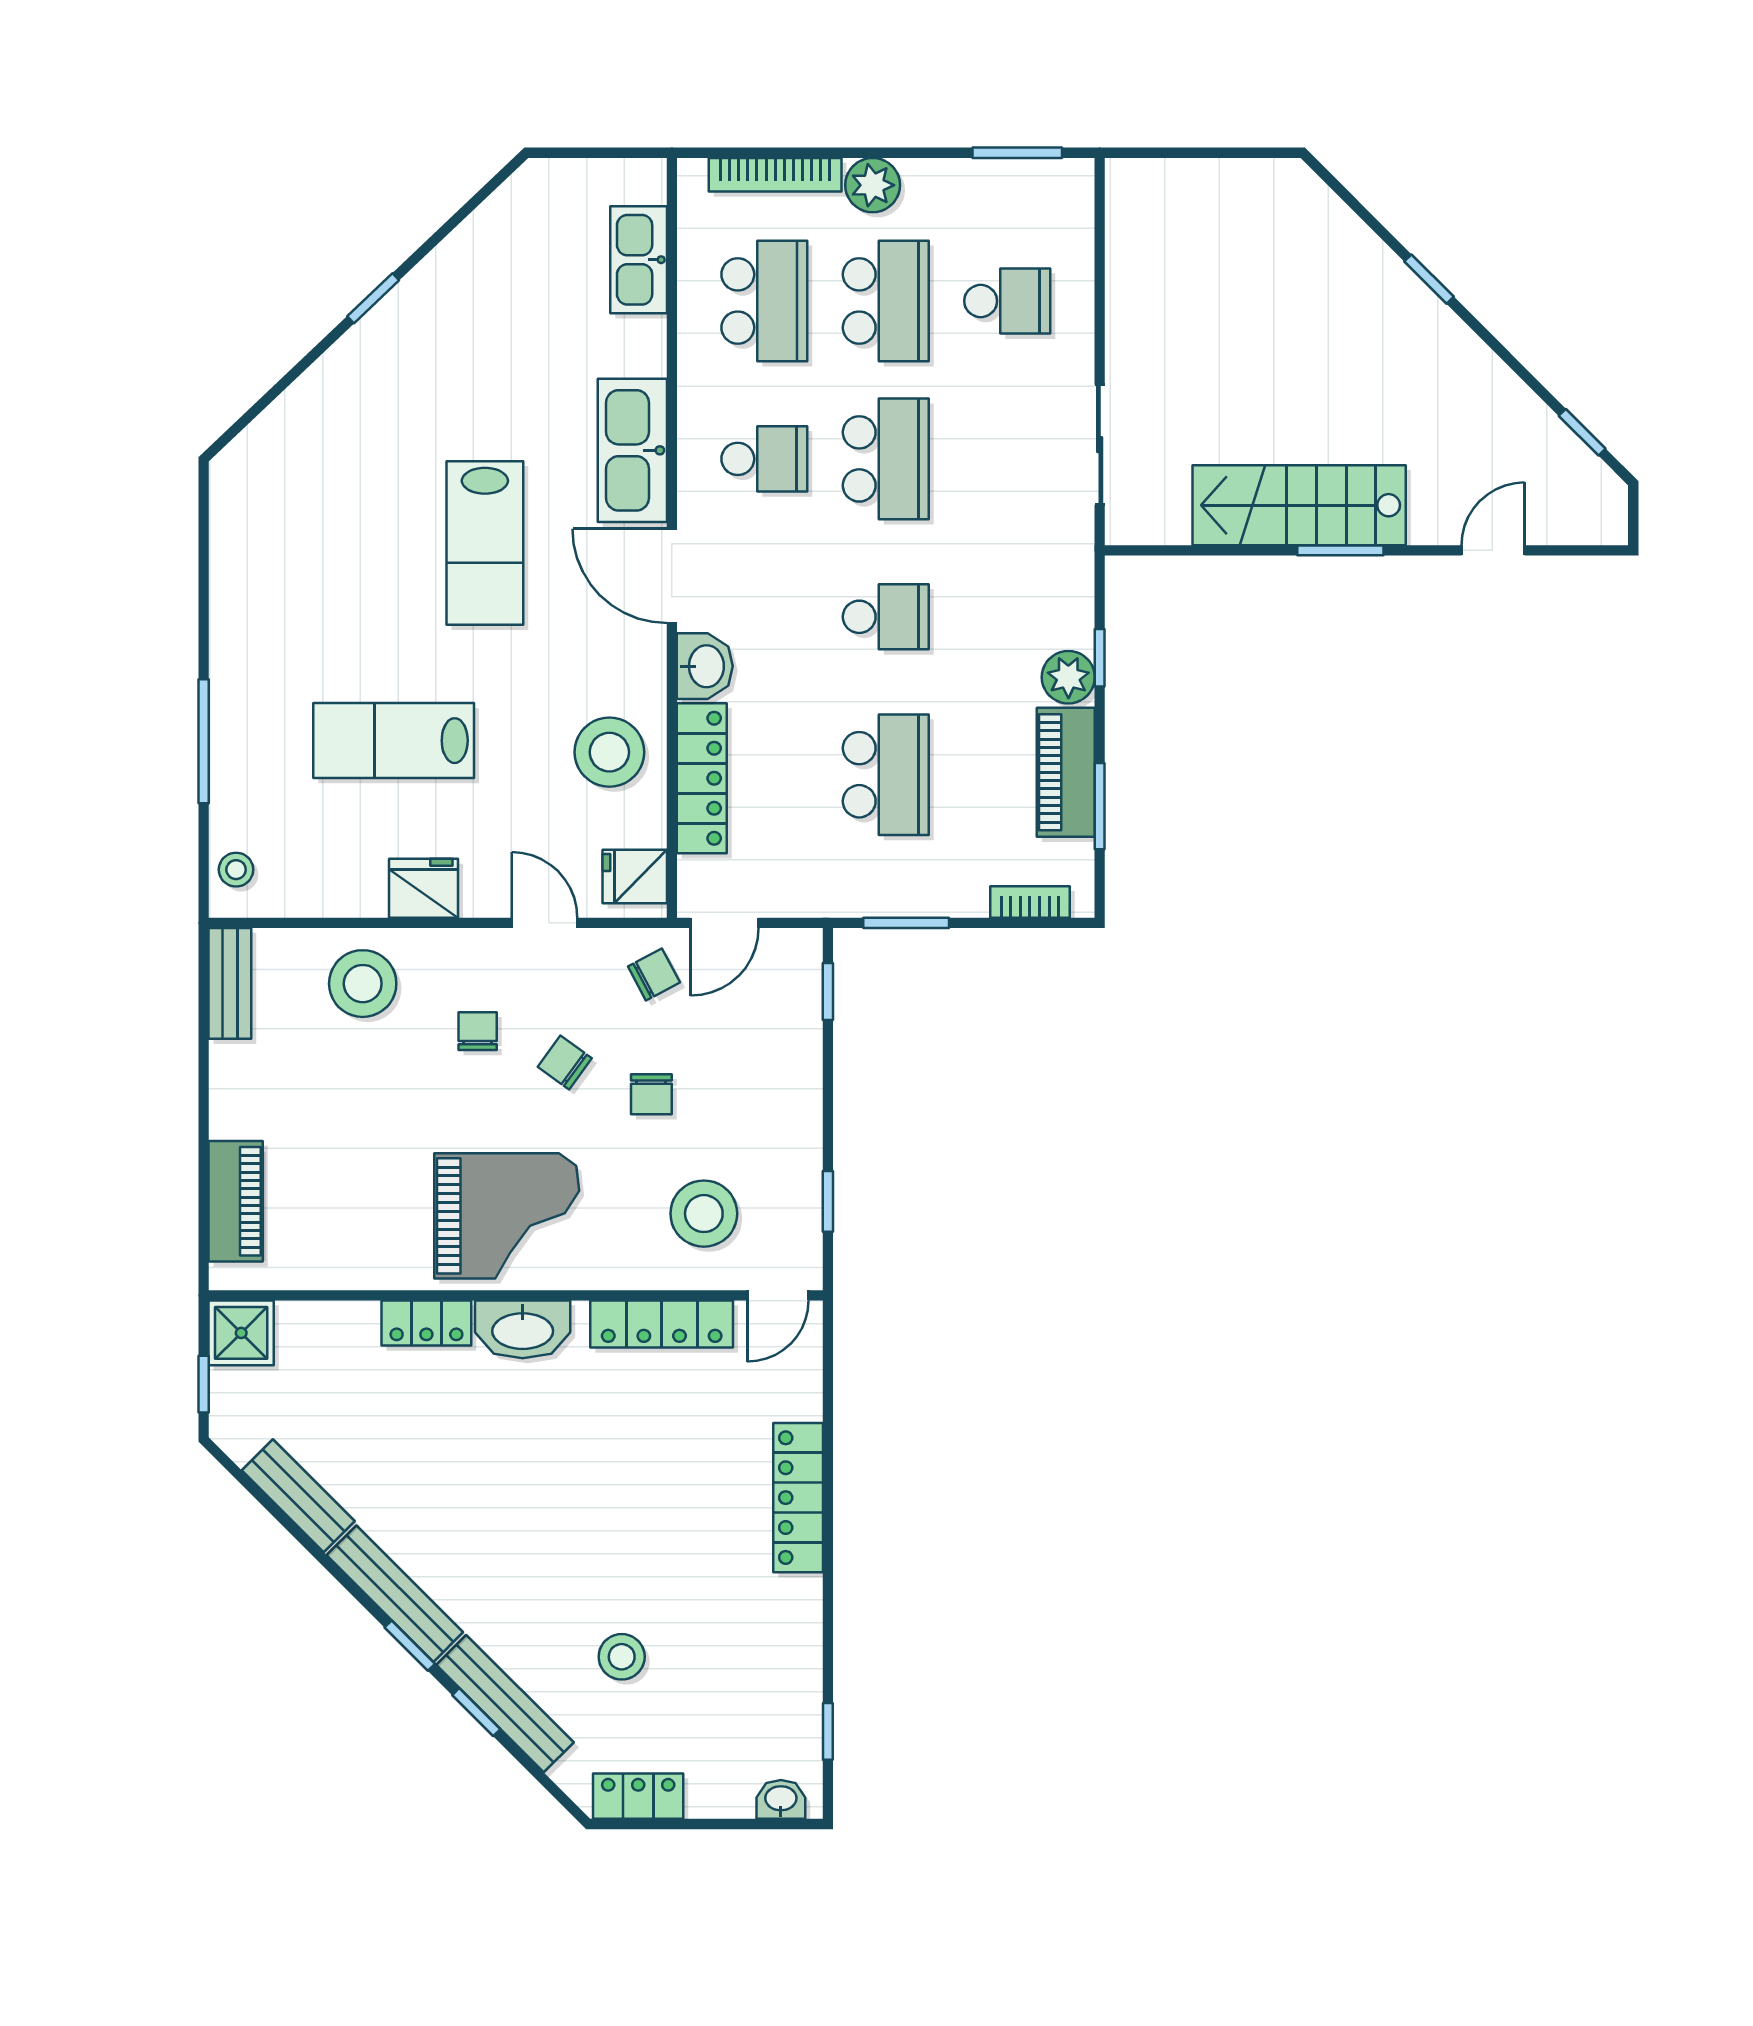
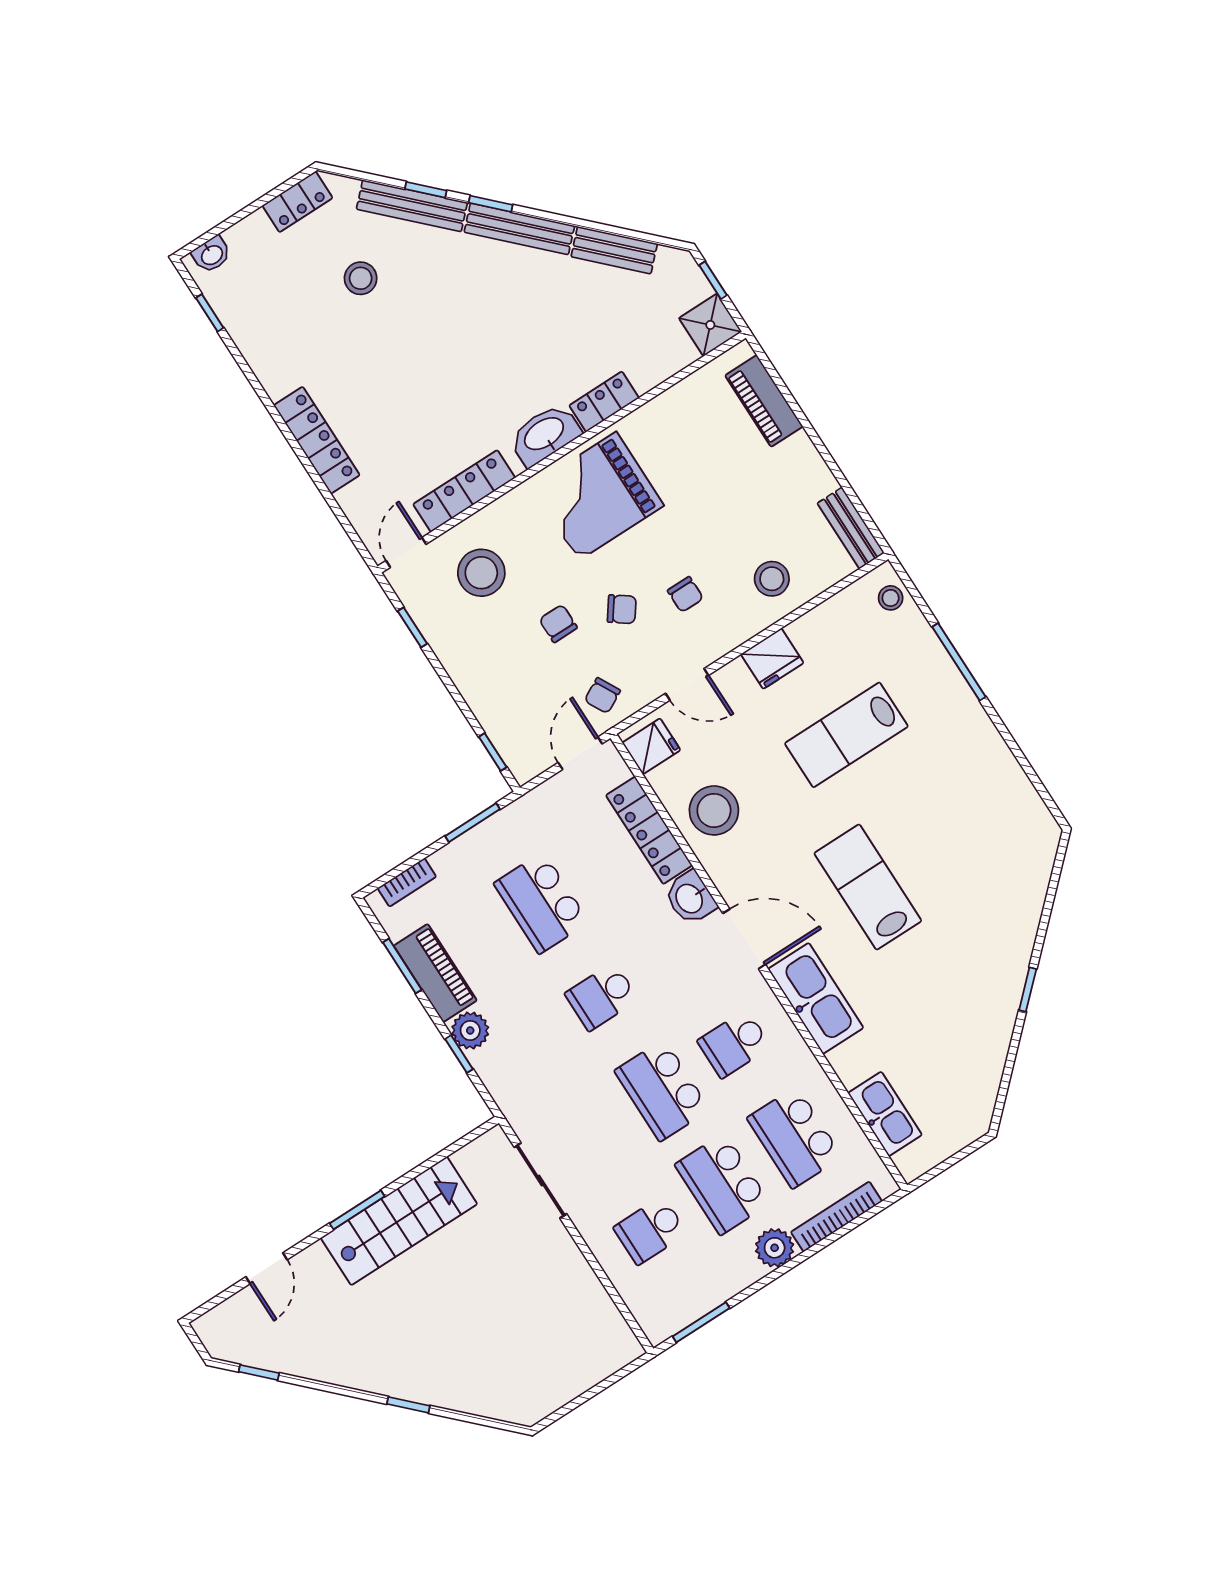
lab bench: (394, 741) -> (846, 735), turned 180
stool: (363, 984) -> (772, 579), width x0.73, depth x0.73

